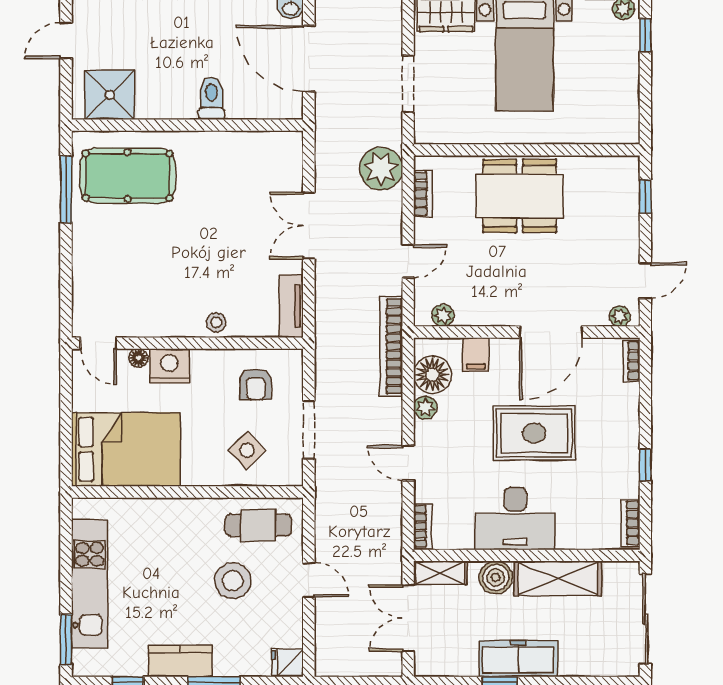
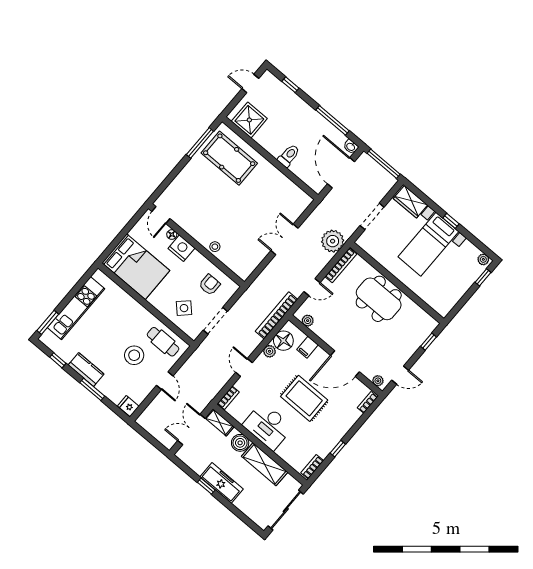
bookcase: (423, 194) -> (341, 265), width x1.56
tv unit: (291, 306) -> (250, 265), removed
armchair: (256, 384) -> (210, 285), turned 180

